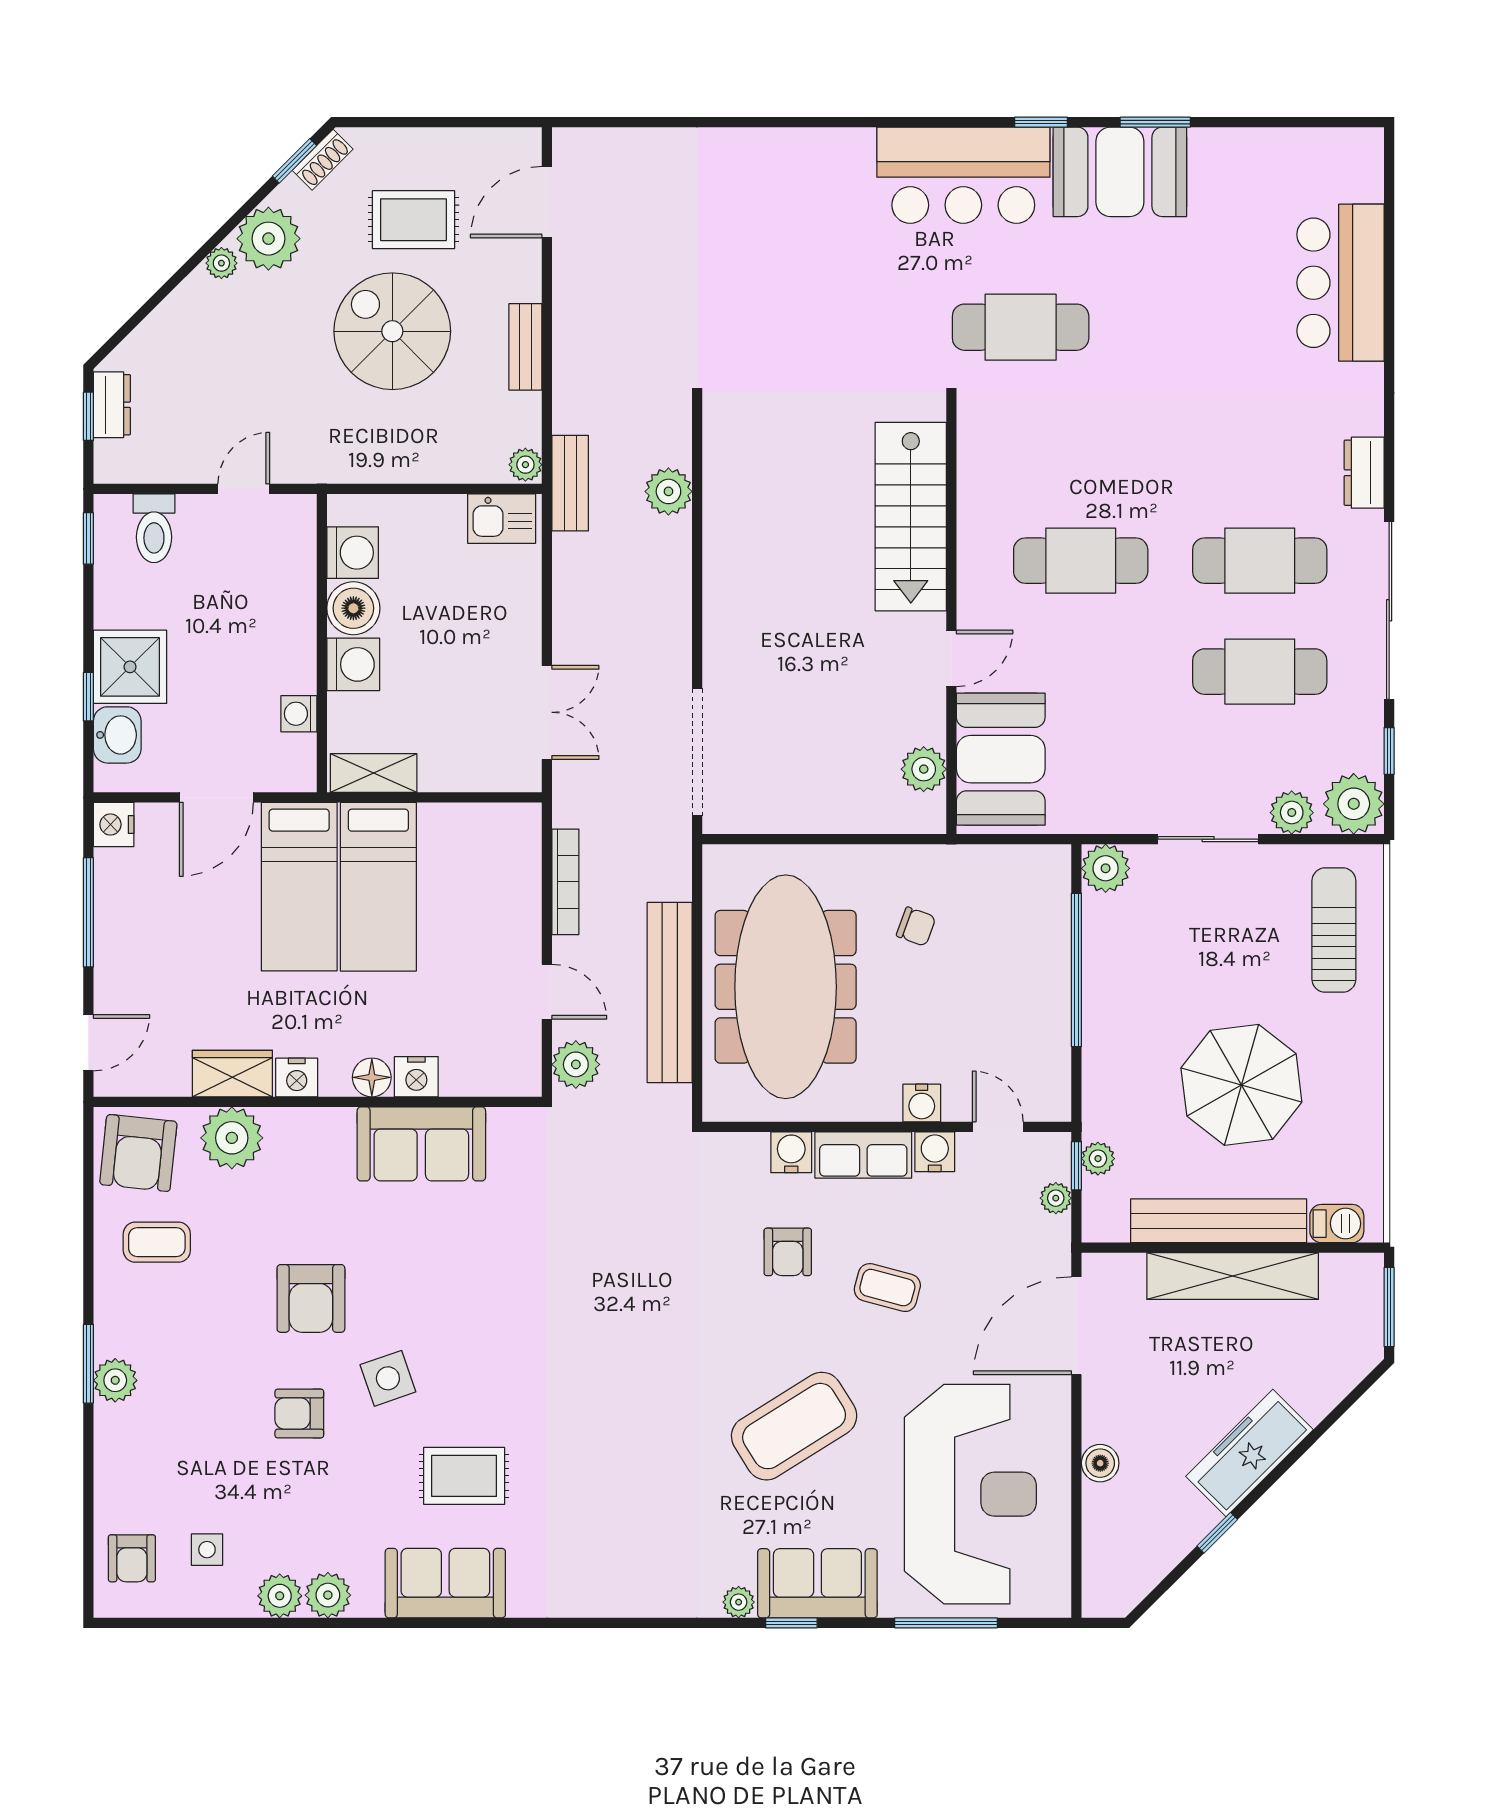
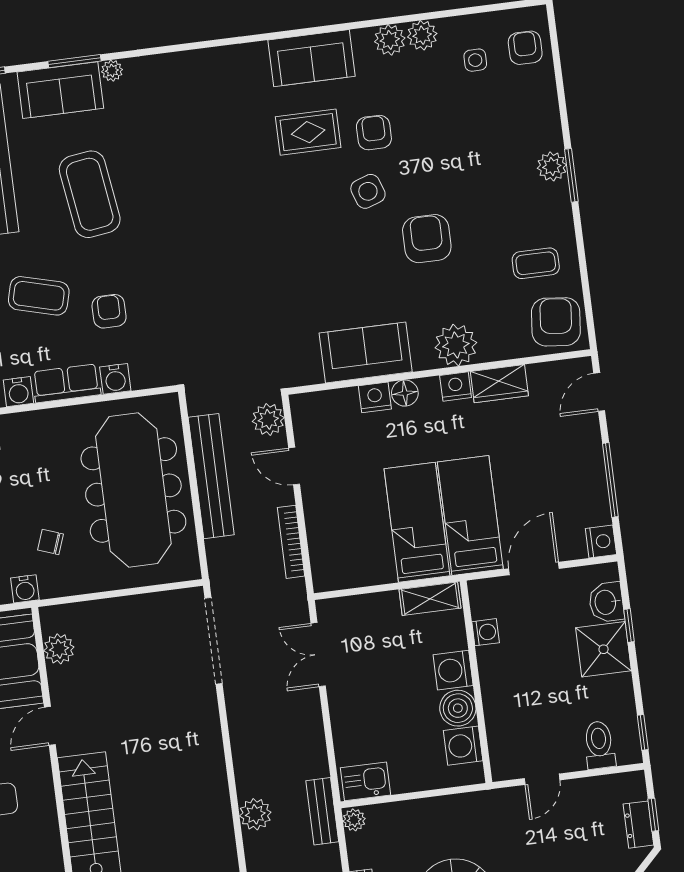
water cooler: (922, 1103) -> (25, 589), moved, turned 180
plant: (232, 1138) -> (456, 345), moved
coffee table: (887, 1288) -> (39, 296), width x1.36, depth x1.30
armchair: (299, 1414) -> (374, 133), moved, turned -90
coffee table: (794, 1426) -> (90, 194), turned -66
window: (791, 1623) -> (75, 61), width x1.50

